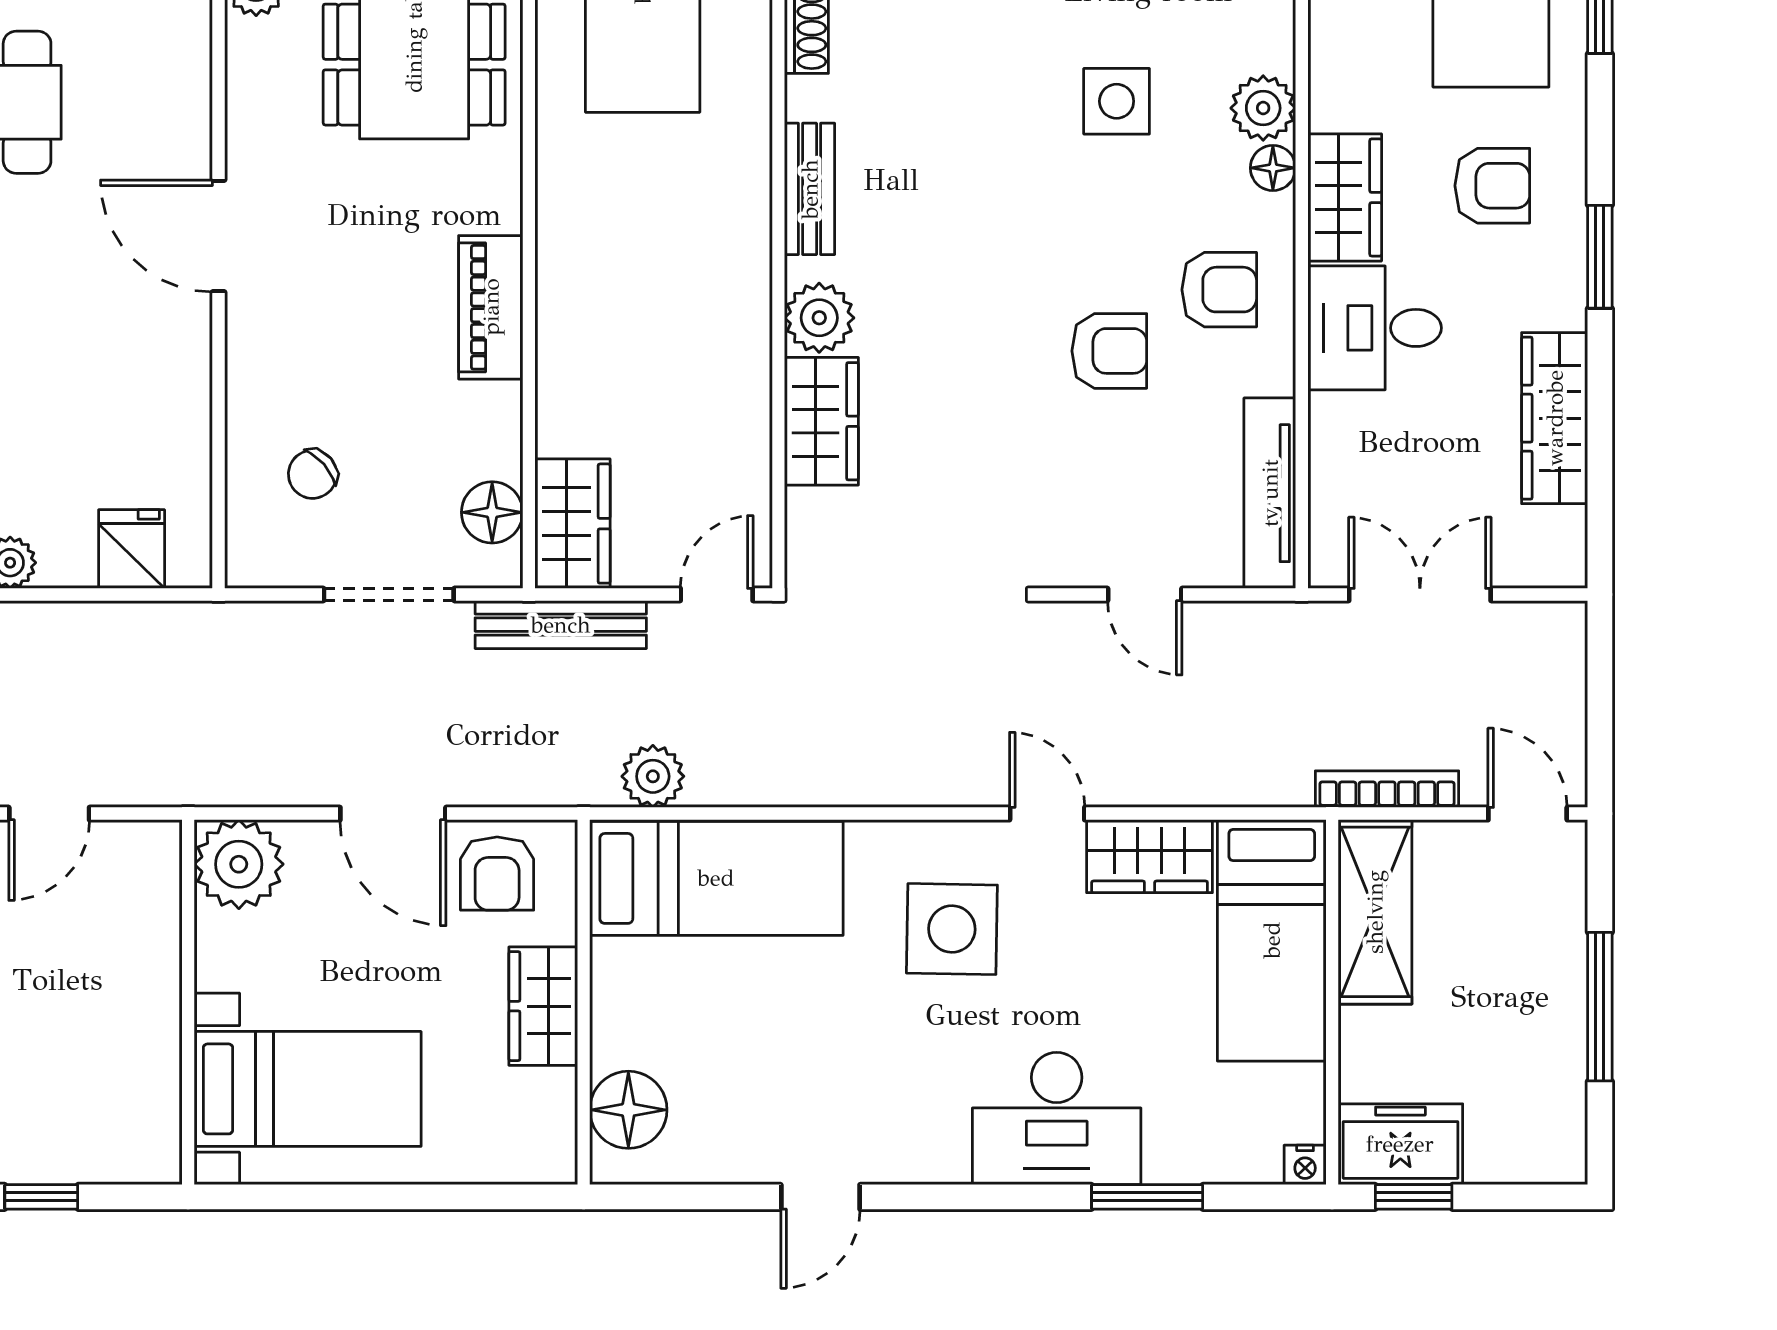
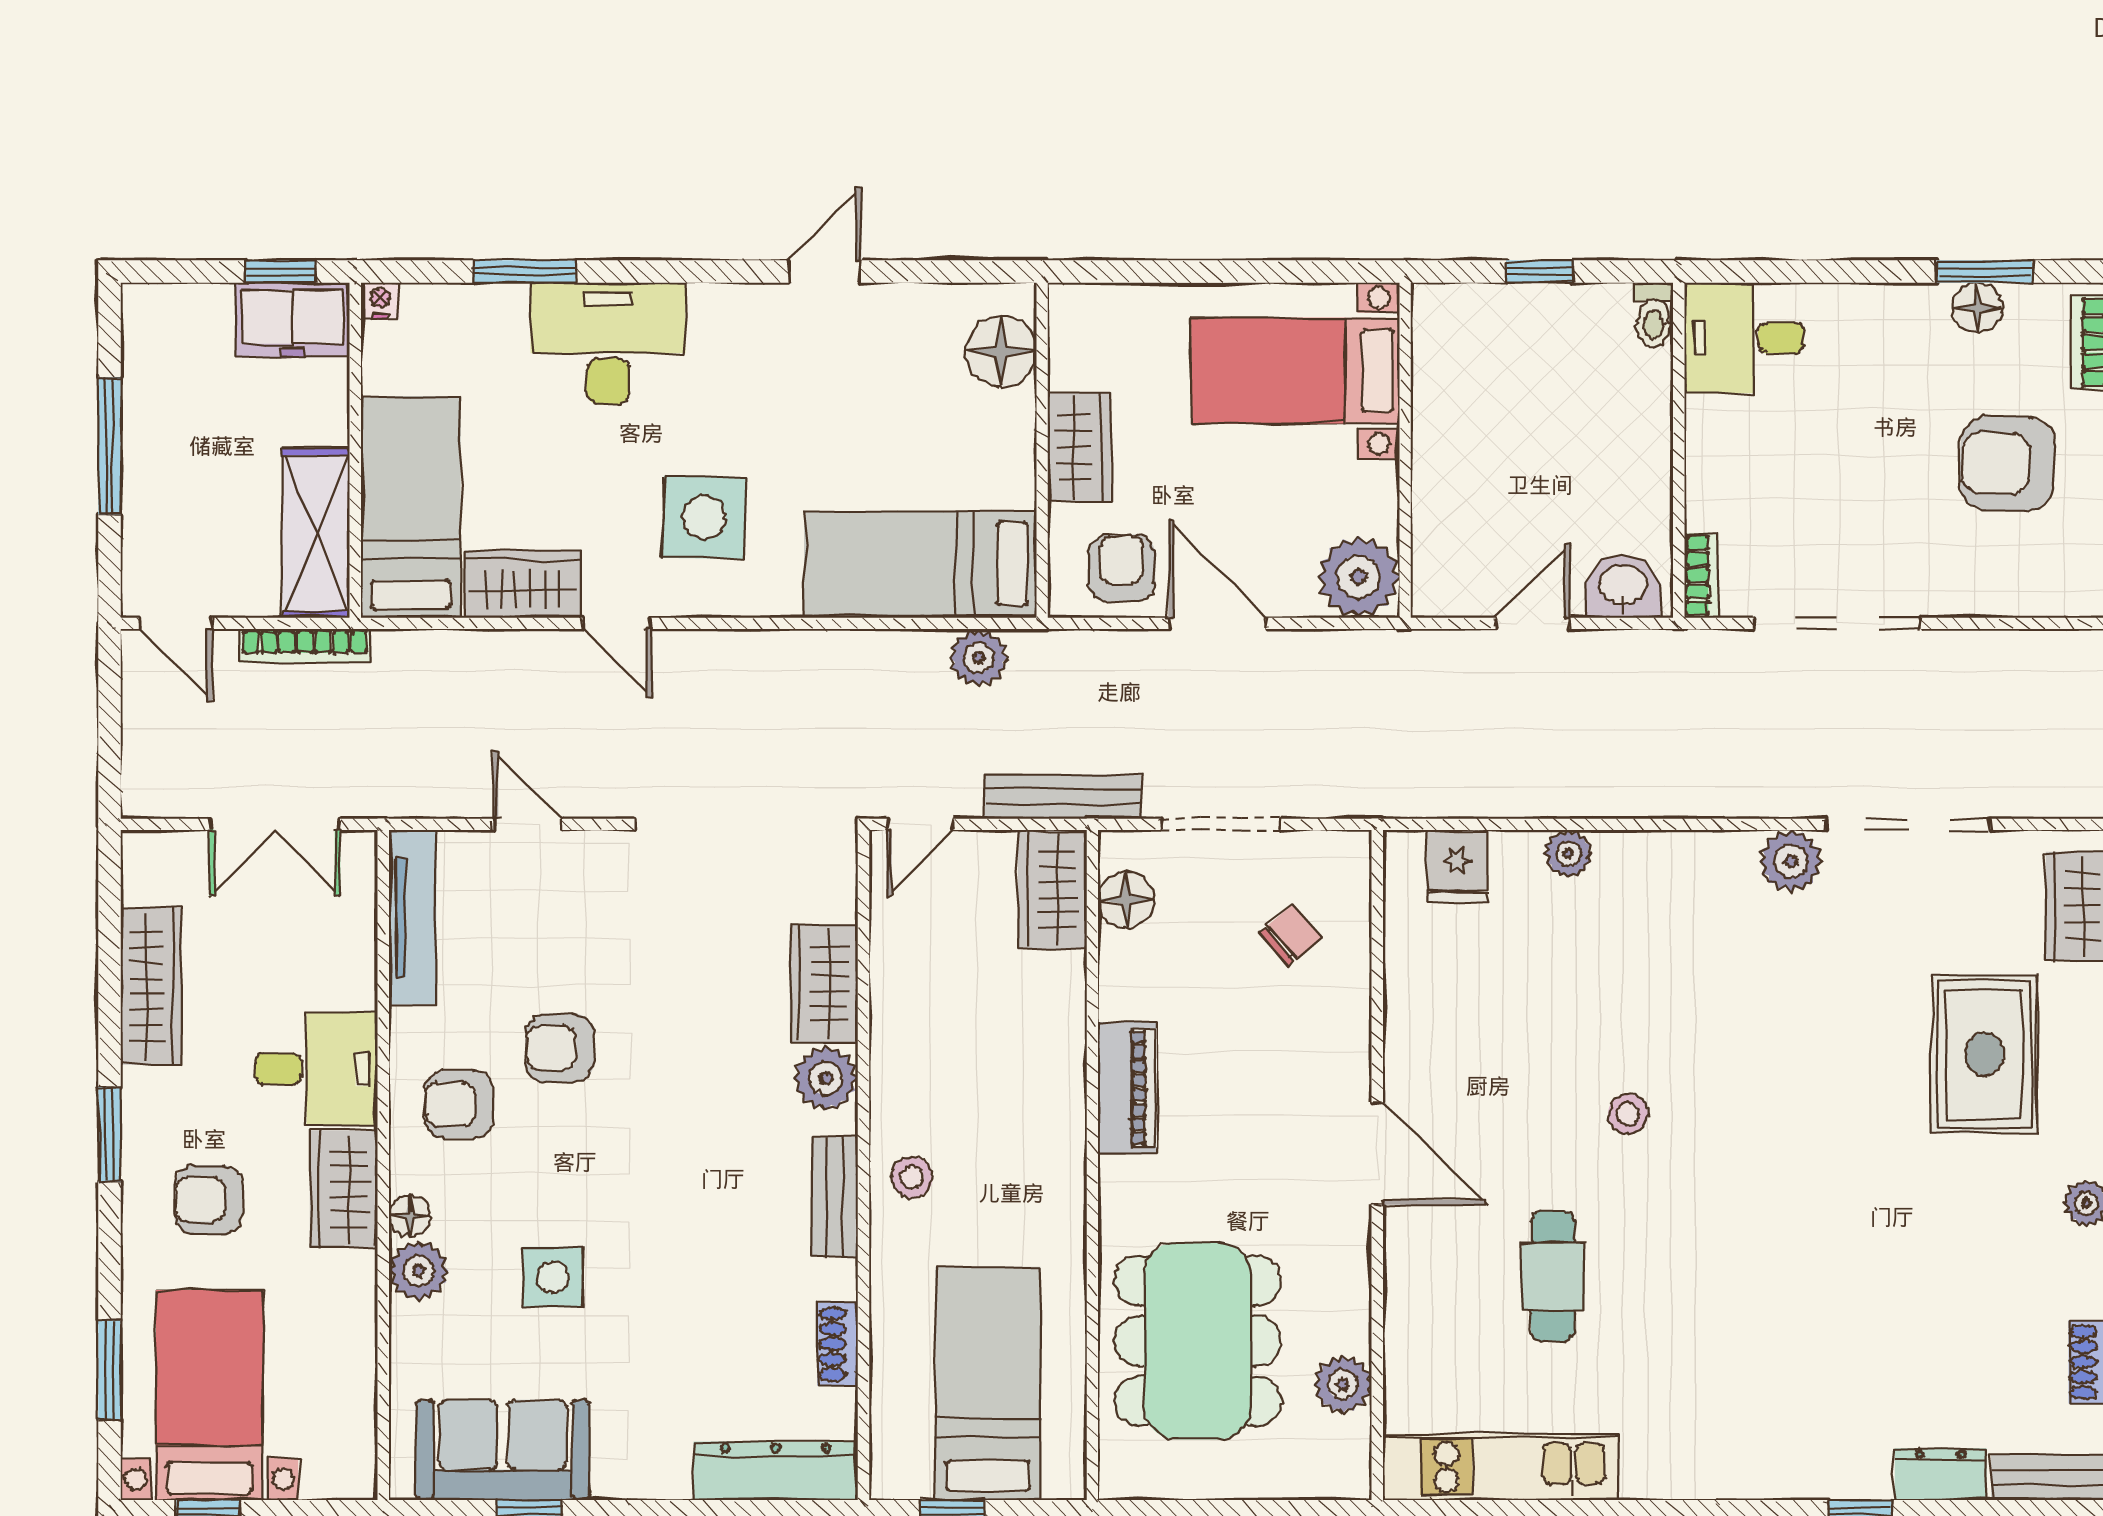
stool: (726, 210) -> (912, 1177), added

